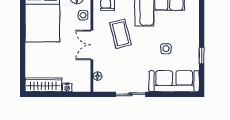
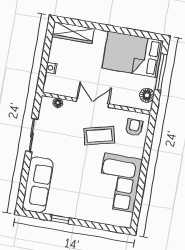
side table: (83, 15) -> (126, 99), removed
side table: (166, 49) -> (74, 182), removed
wardrobe: (43, 85) -> (73, 33), moved, turned 90

